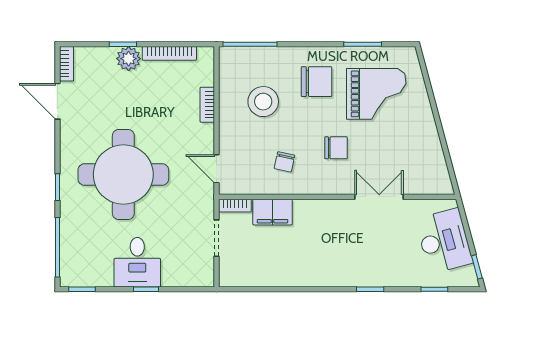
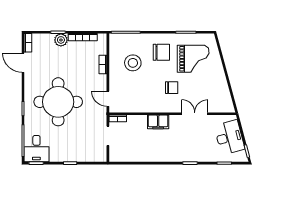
chair: (284, 162) -> (144, 95), removed
filing cabinet: (273, 212) -> (158, 122), moved
desk: (137, 262) -> (36, 149), moved

